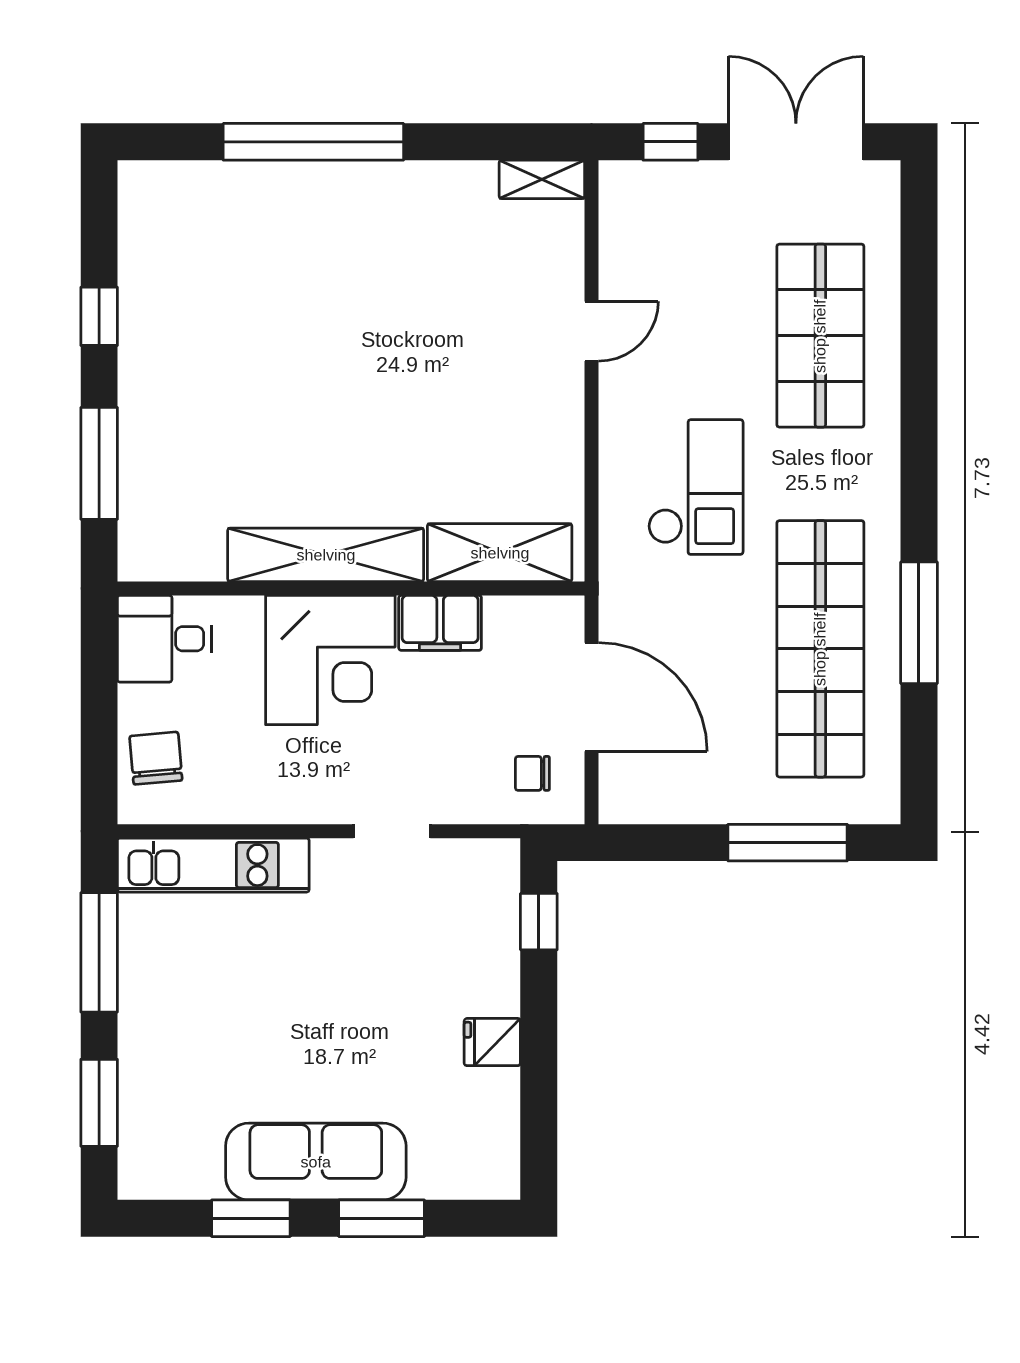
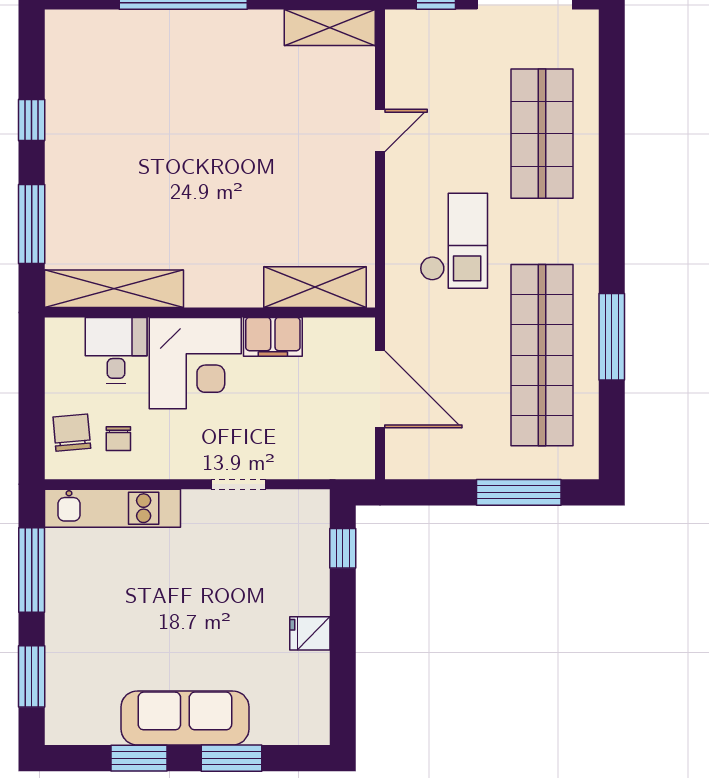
shelving: (542, 179) -> (330, 28), width x1.50, depth x1.33
shelving: (326, 555) -> (114, 289), moved
desk: (164, 639) -> (116, 350), moved, turned 90
chair: (532, 773) -> (118, 439), moved, turned -90

